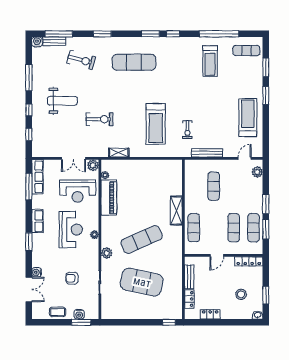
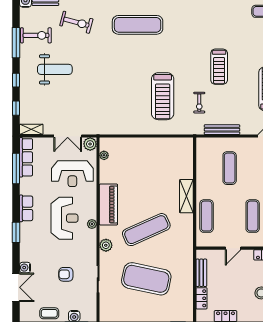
treadmill: (210, 61) -> (219, 67), moved
exercise bike: (99, 119) -> (36, 35), moved
shelving: (119, 153) -> (31, 129), moved
piano: (109, 198) -> (108, 205), moved

